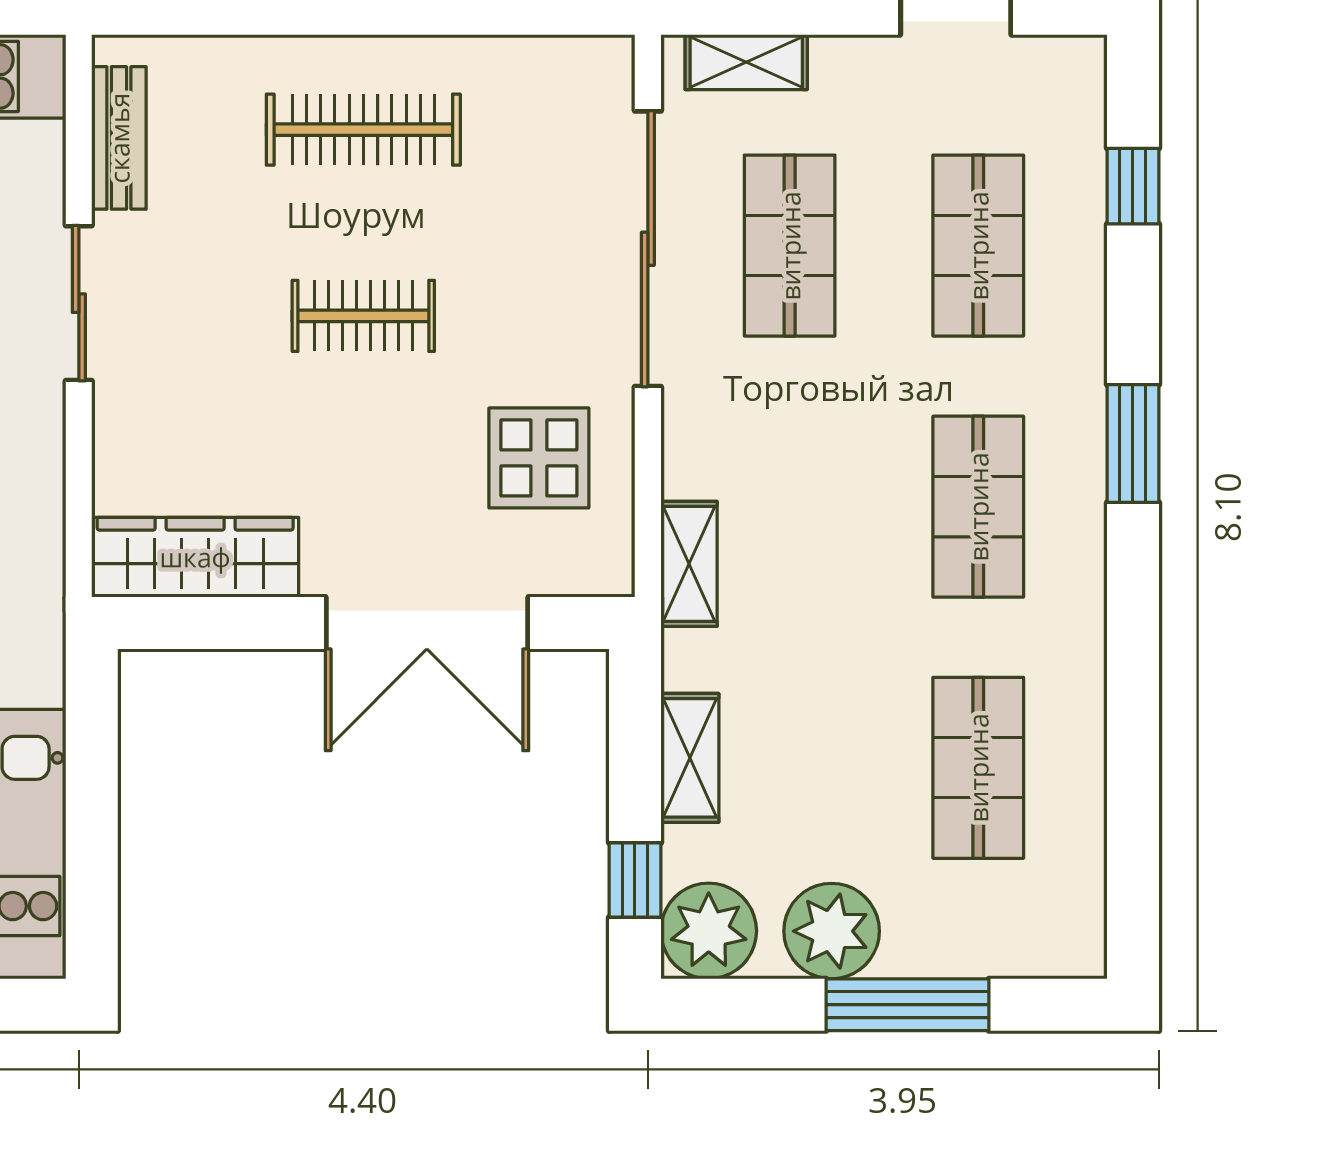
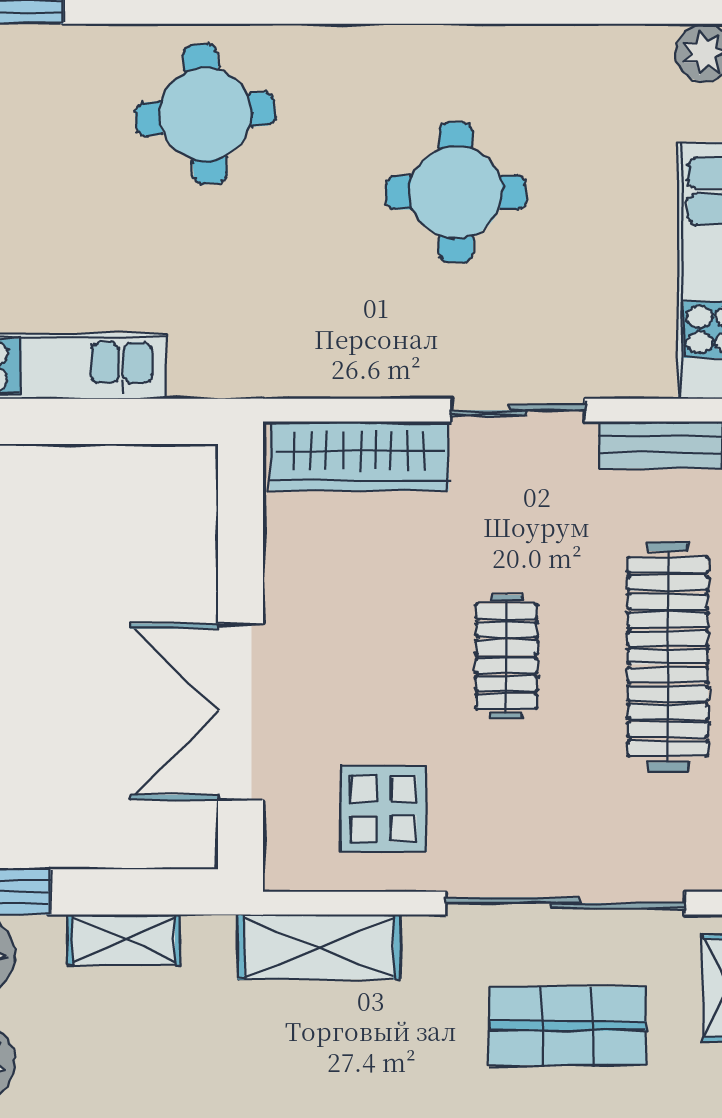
clothes rail: (363, 130) -> (668, 657), width x1.37, depth x1.31
wardrobe: (195, 557) -> (359, 456), moved, turned 90
shelving: (689, 564) -> (319, 947), width x1.50, depth x1.33

